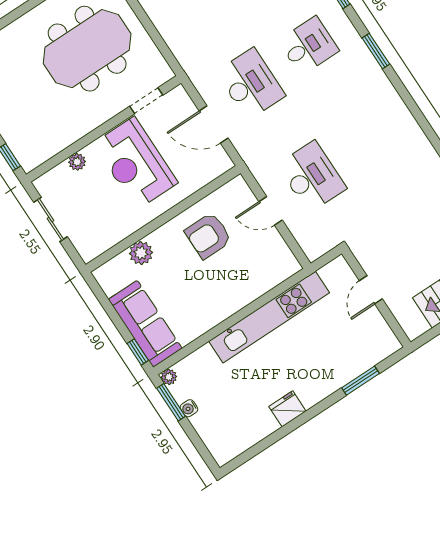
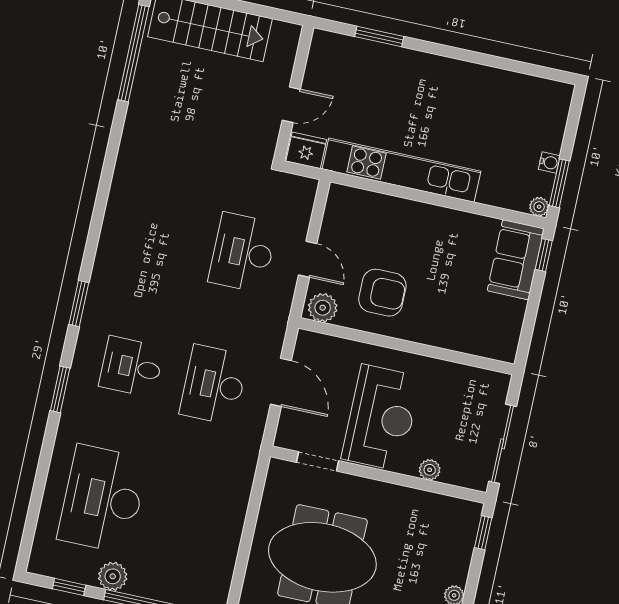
sliding door: (50, 219) -> (503, 444), width x1.37
plant: (141, 253) -> (323, 308), moved
sofa: (145, 324) -> (516, 260), width x0.73
fridge: (287, 409) -> (306, 150), moved, turned 180

